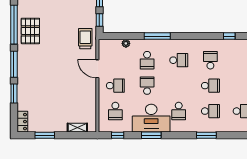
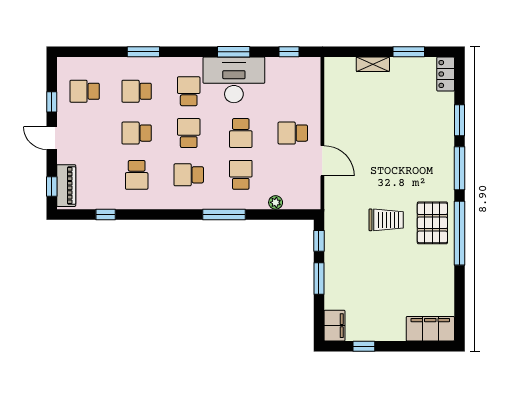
trolley: (85, 39) -> (386, 220), moved, turned -90
school desk: (115, 111) -> (189, 133), moved
shelving: (77, 128) -> (373, 64), moved

